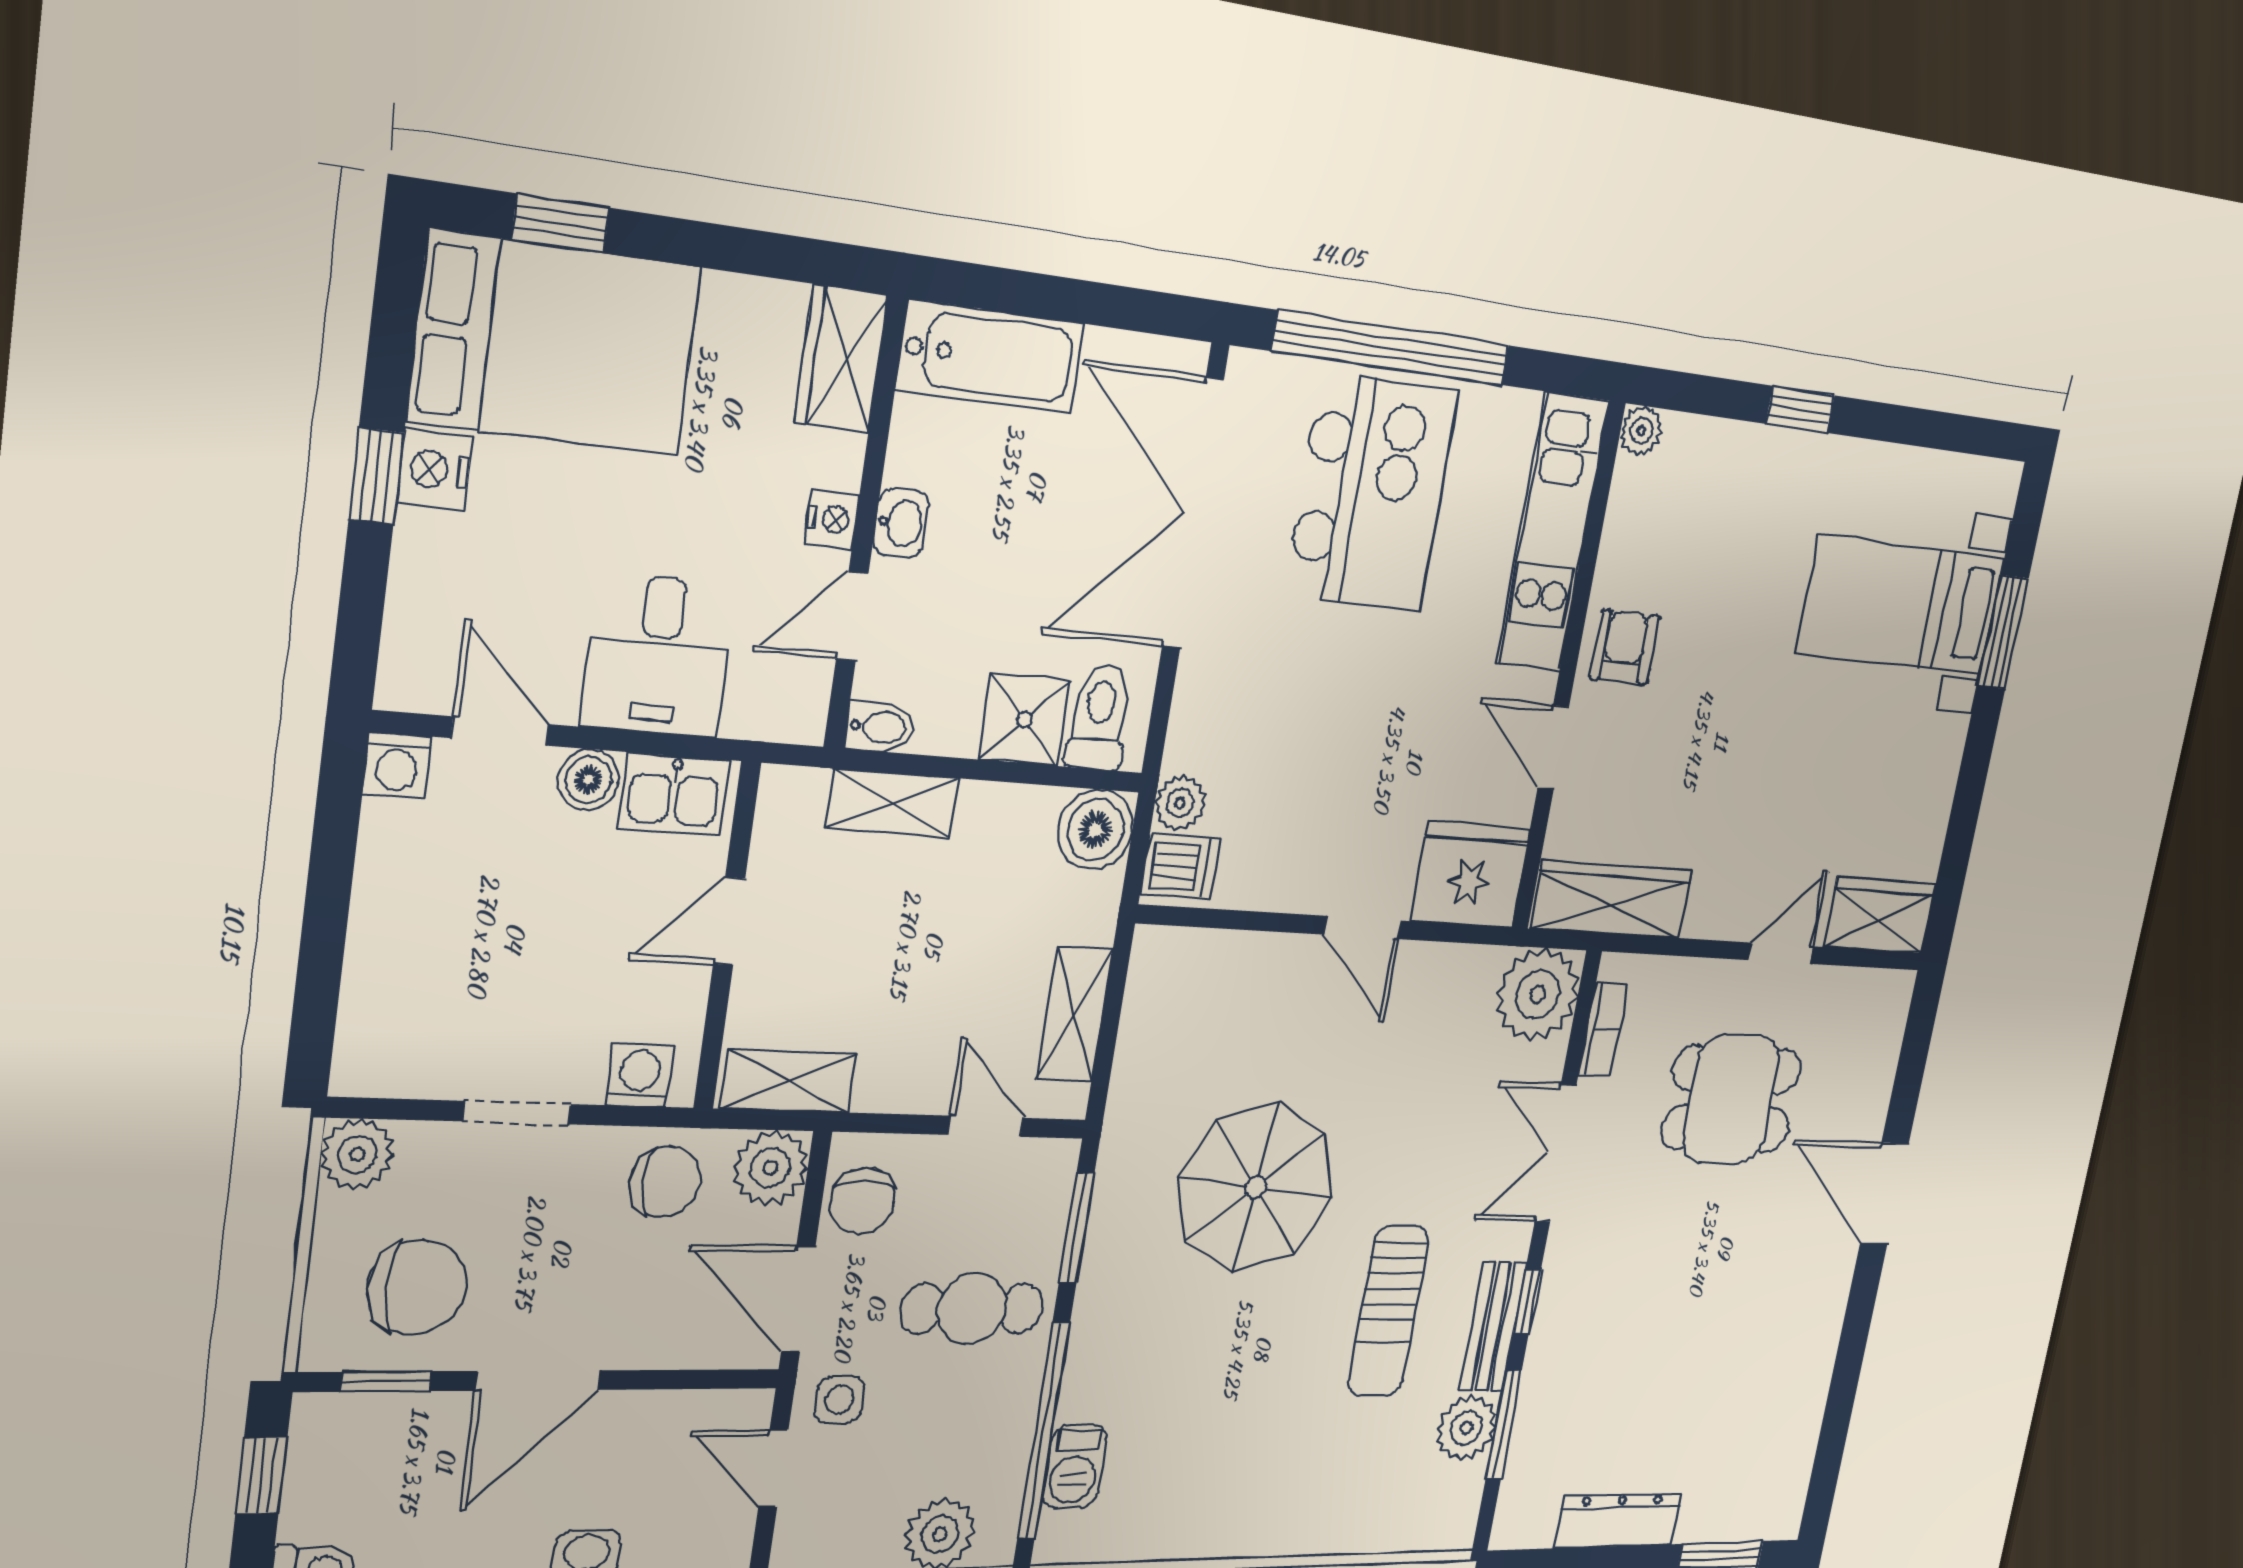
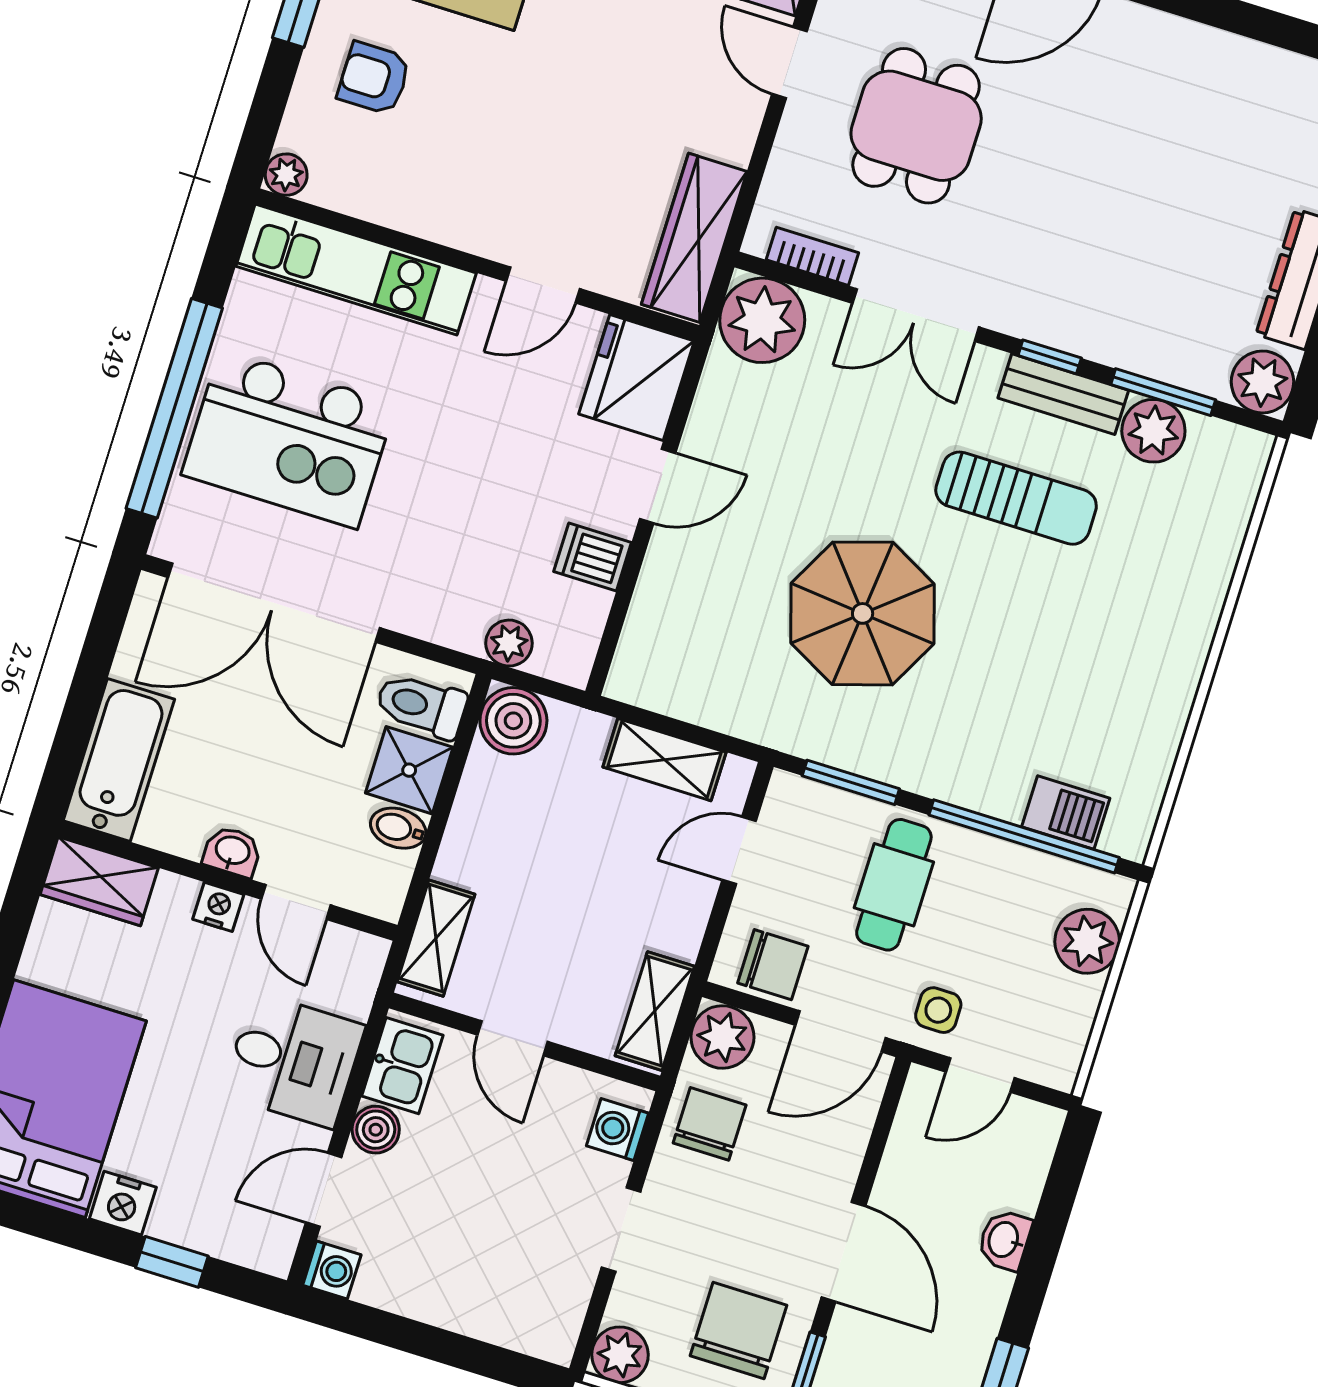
window: (376, 476) -> (172, 1262), moved
kitchen island: (1371, 493) -> (289, 439), turned 180
armchair: (1624, 647) -> (374, 78), moved
bidet: (880, 727) -> (398, 828), moved, turned -90
shelving: (892, 803) -> (436, 938), moved
dishwasher: (1180, 866) -> (593, 557), moved, turned -90
plant: (1522, 1518) -> (1262, 382), added

